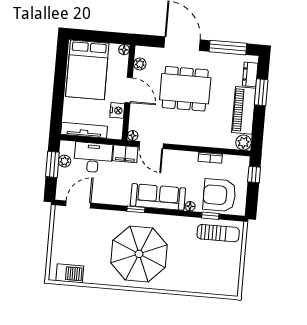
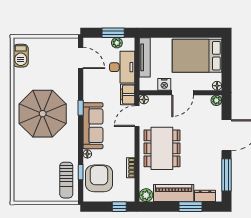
plant: (140, 64) -> (216, 100), moved
dining table: (185, 89) -> (162, 148), moved

